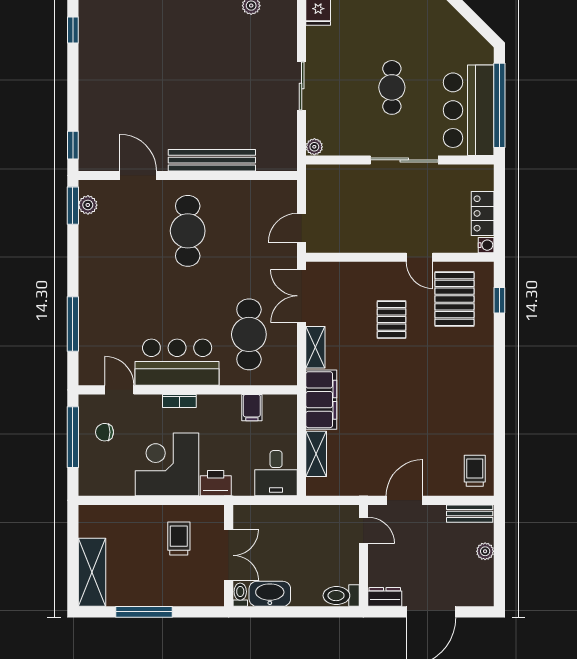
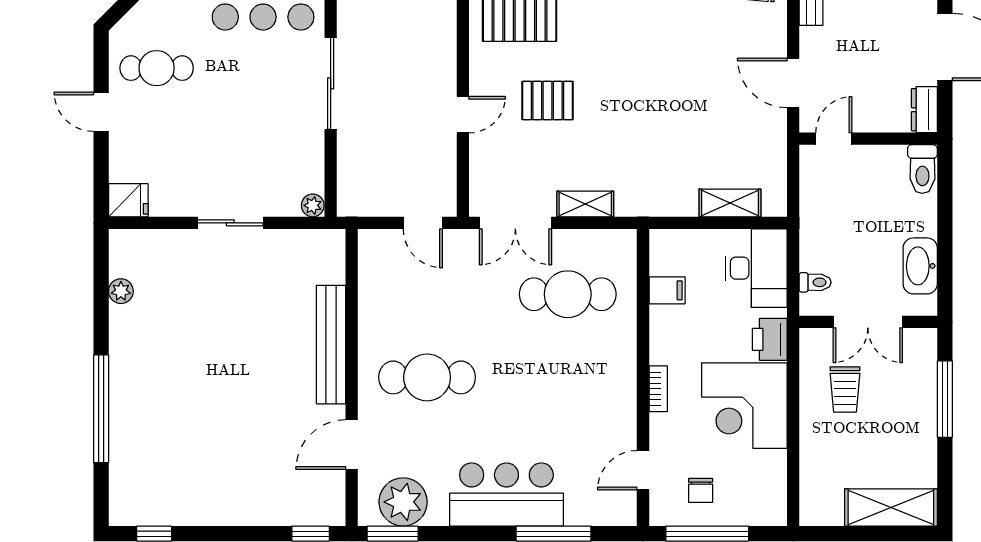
cafe table: (392, 87) -> (157, 68), moved
plant: (88, 205) -> (403, 502), width x1.88, depth x1.88
door: (420, 257) -> (463, 115), moved
bar counter: (177, 362) -> (506, 494), moved, turned 90
filing cabinet: (321, 400) -> (656, 196), removed
desk: (276, 473) -> (756, 268), width x1.37
trolley: (179, 538) -> (845, 390), turned -90
double door: (229, 555) -> (868, 322), swing flipped
toilet: (240, 595) -> (815, 282), moved, turned 180
window: (144, 612) -> (945, 399), moved

